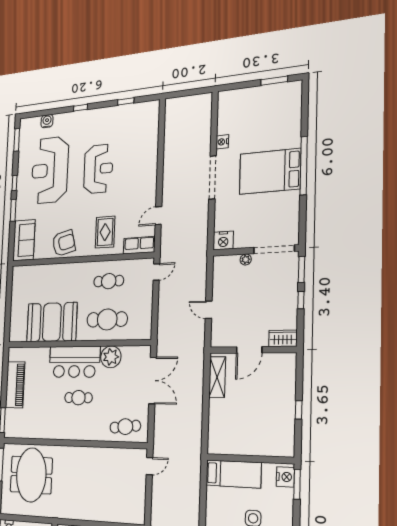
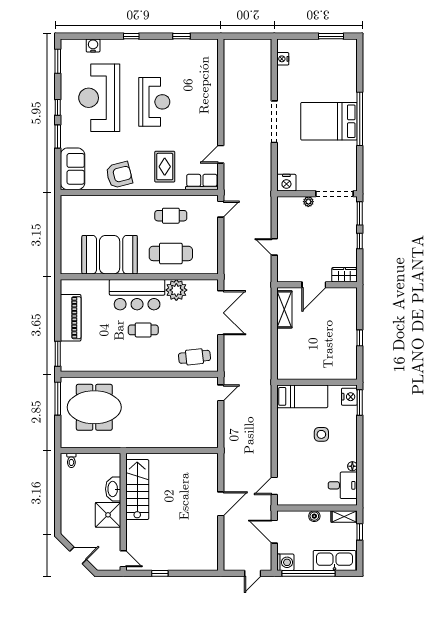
nightstand: (222, 142) -> (283, 59), moved
meeting table: (31, 475) -> (94, 407), turned 90

